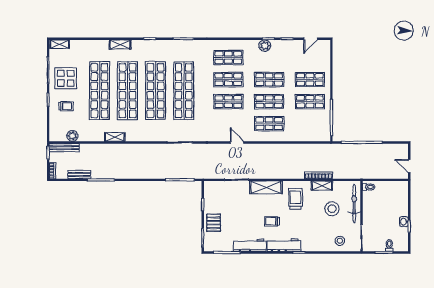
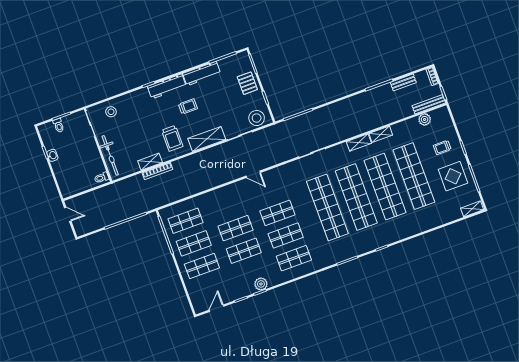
shelving: (120, 45) -> (359, 143), moved
shop shelf: (269, 124) -> (185, 221), moved
stool: (332, 209) -> (257, 118), moved

